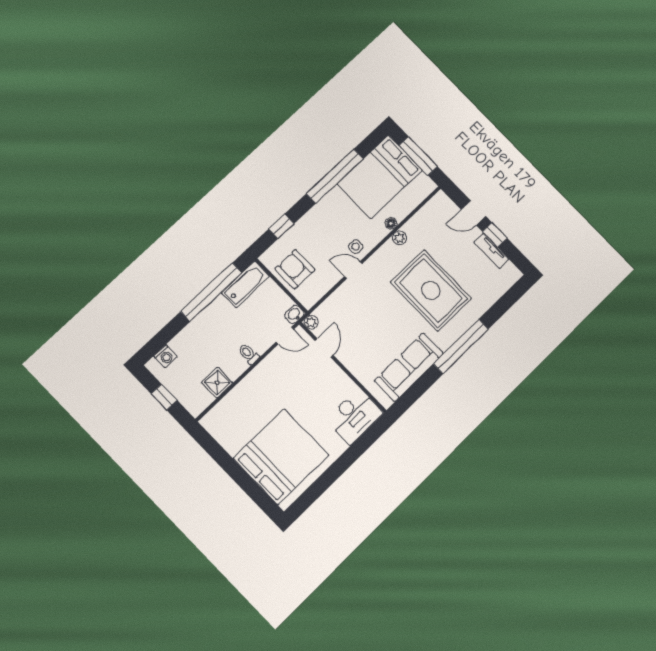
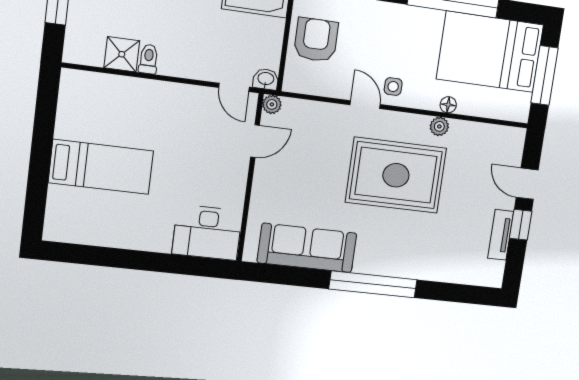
rug: (431, 290) -> (396, 175), moved, turned 90
toilet: (249, 354) -> (149, 59), moved
bed: (281, 457) -> (101, 167), width x0.49

